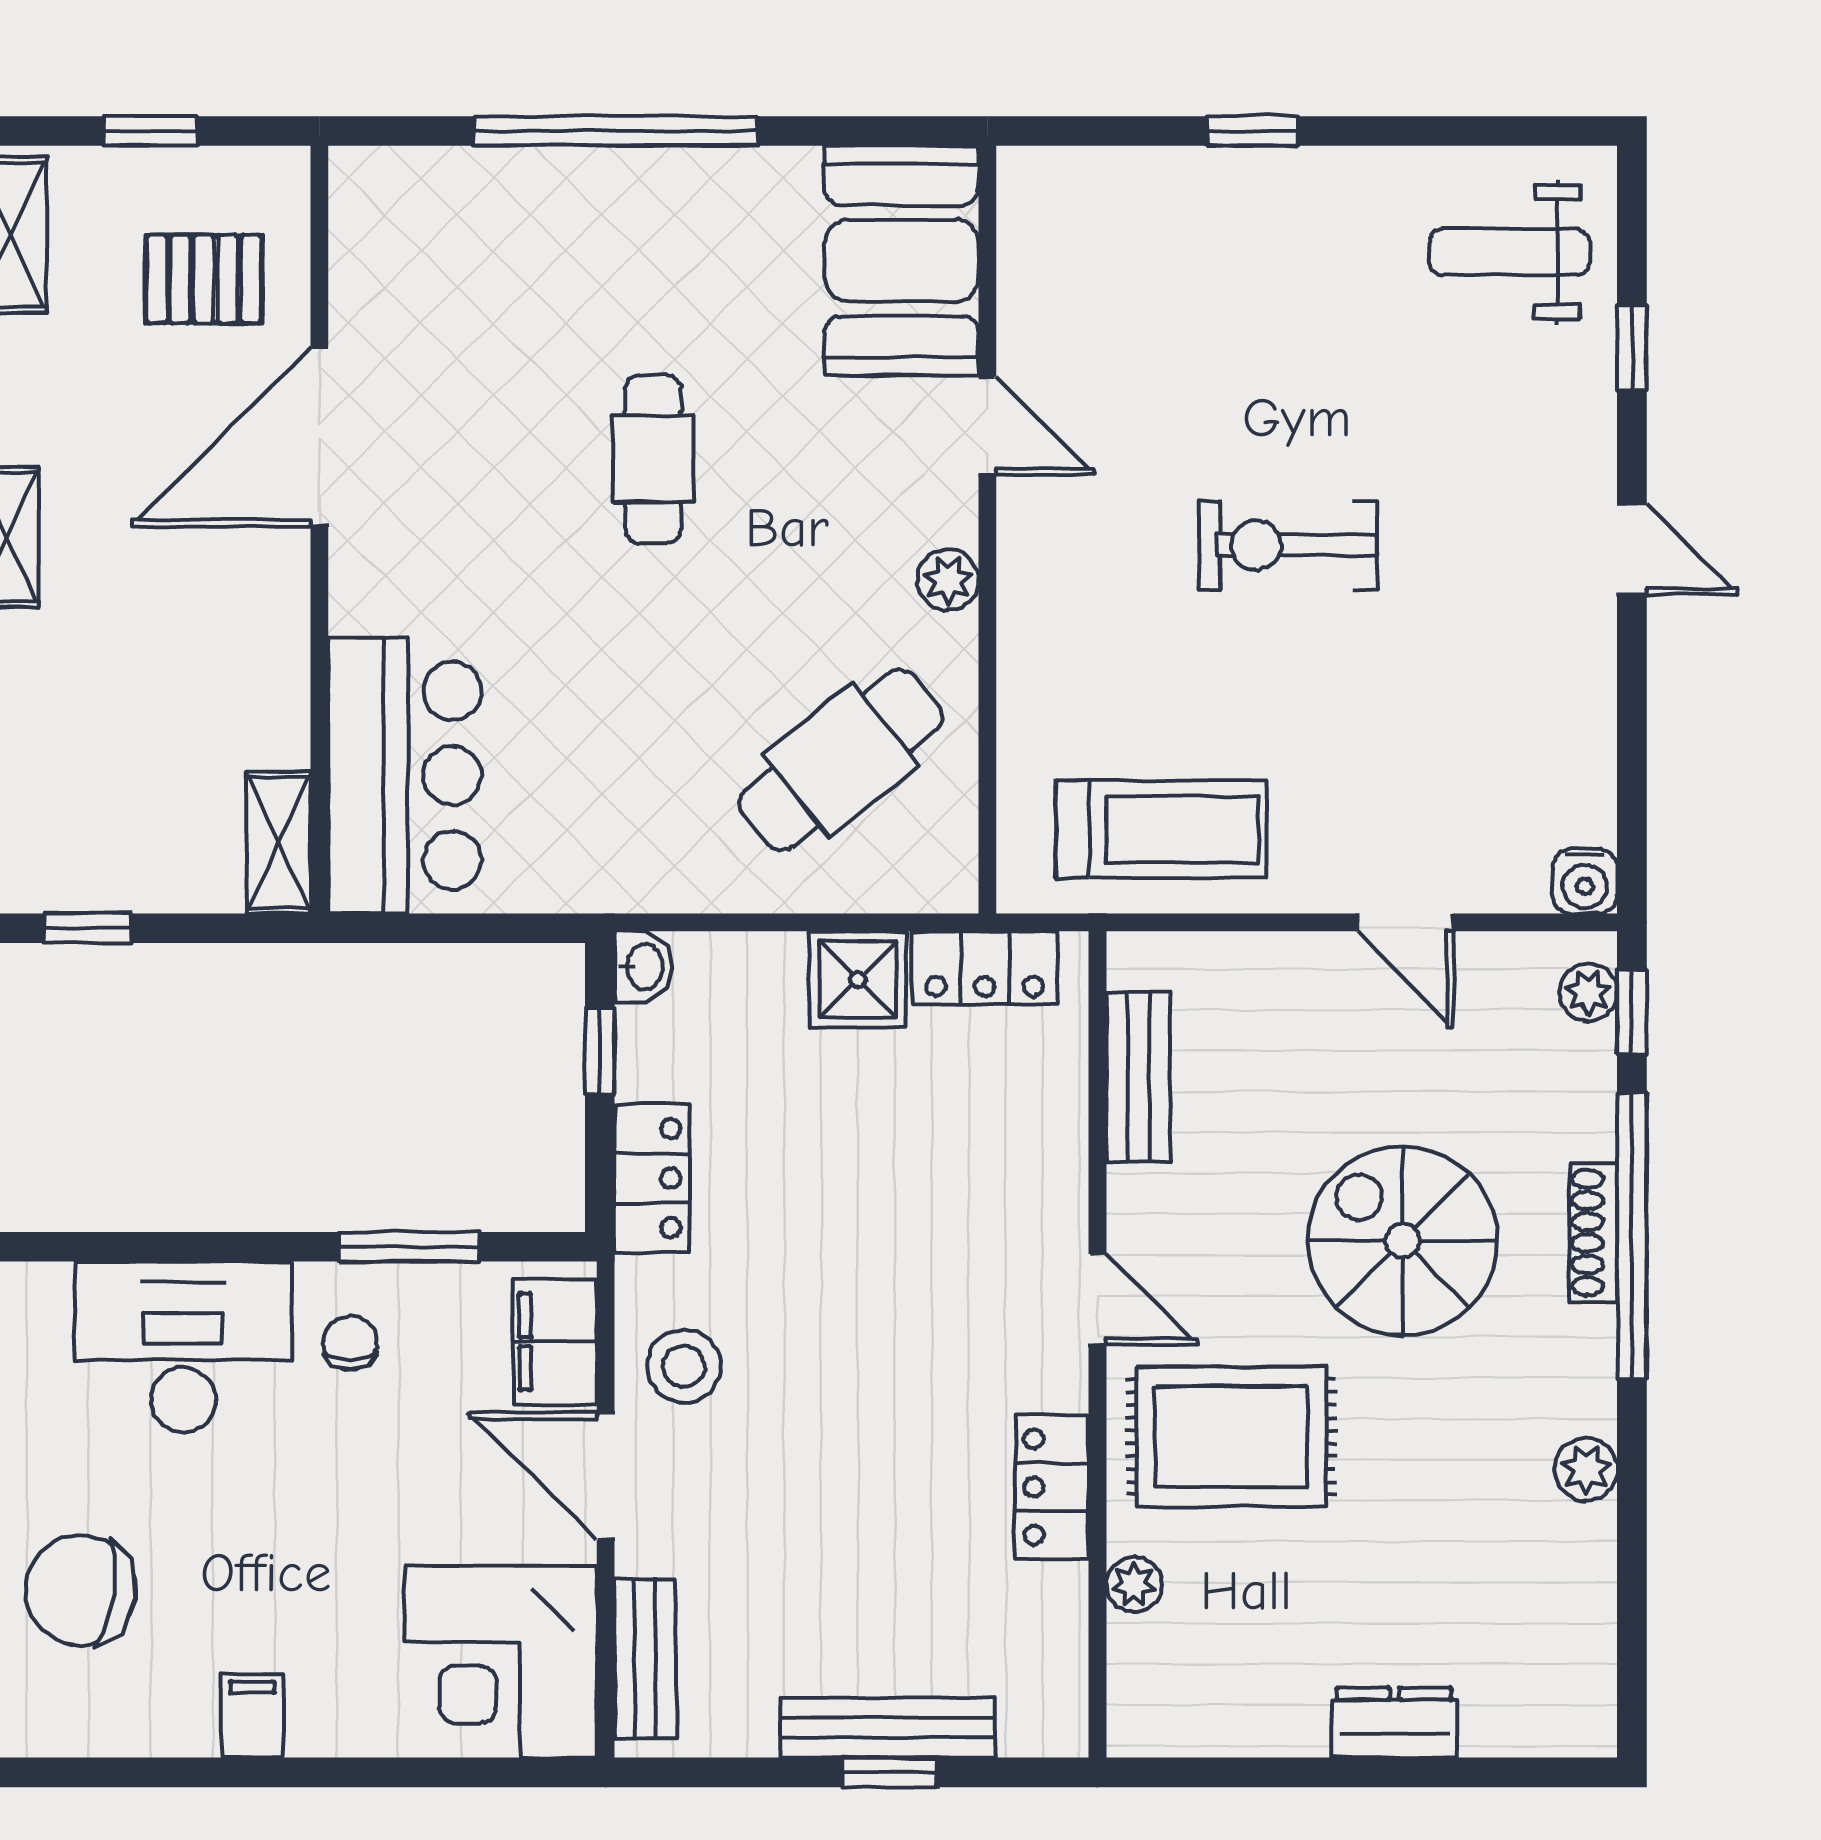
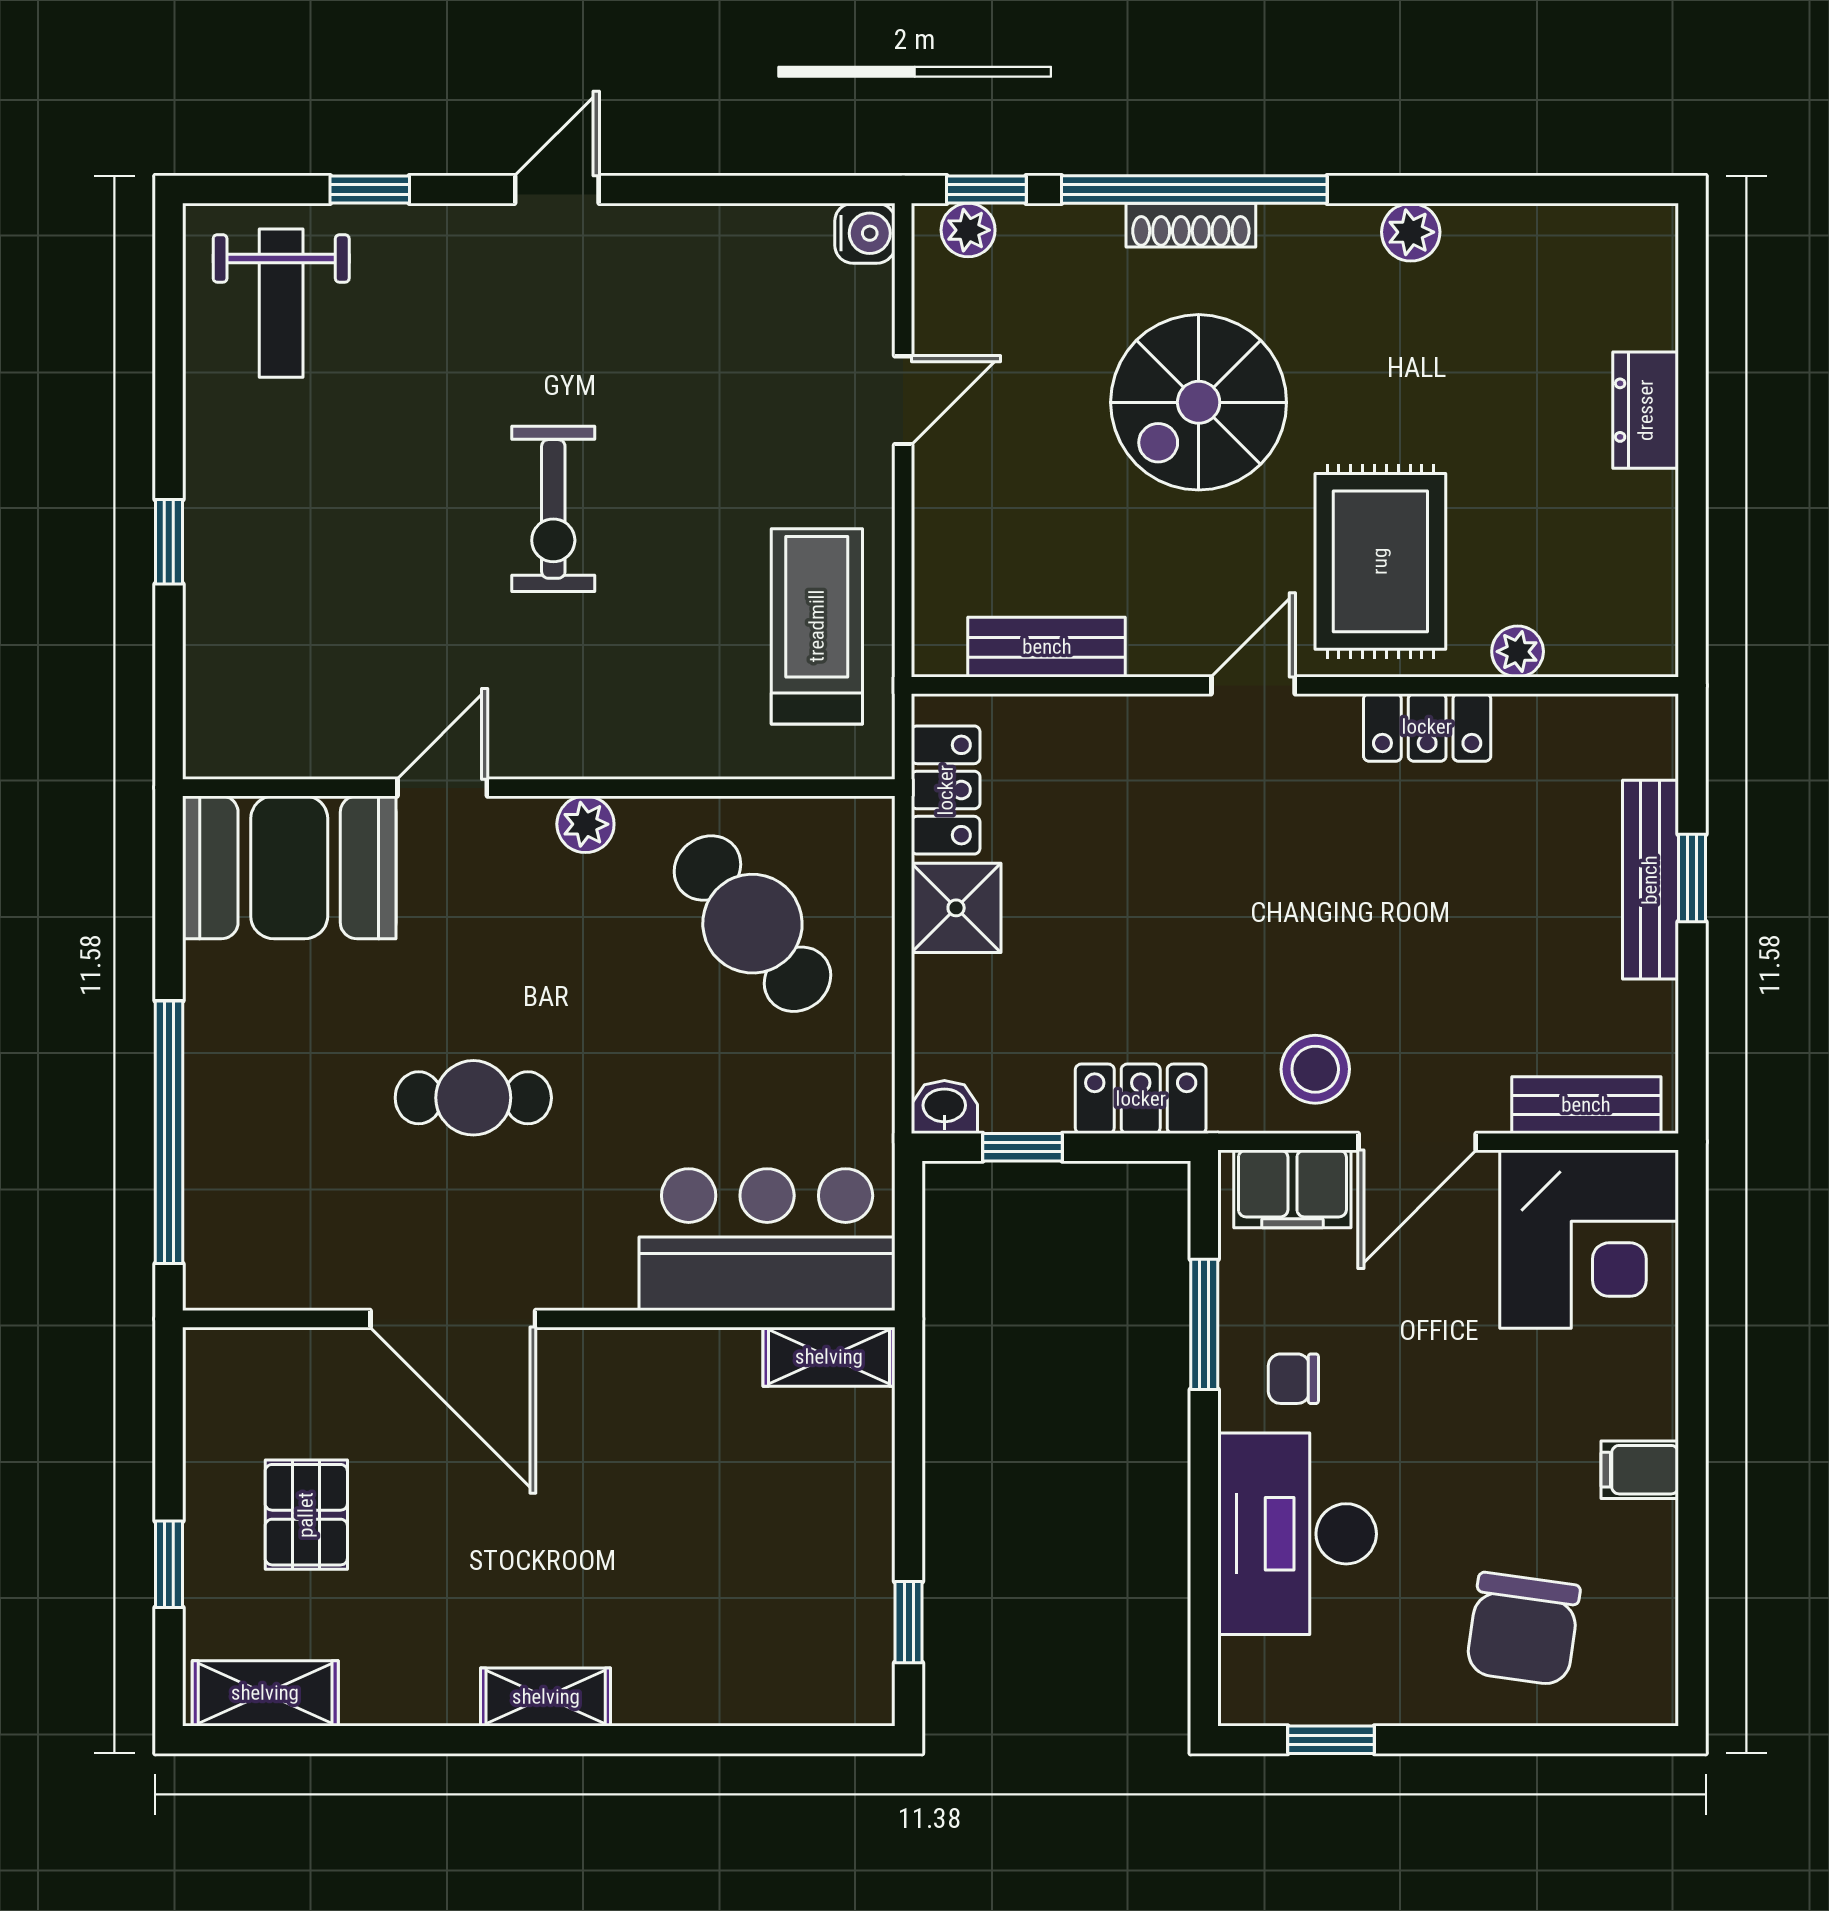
door: (319, 437) -> (453, 1319), moved
wall: (319, 530) -> (539, 1319), moved
bar counter: (405, 776) -> (767, 1240), moved
shelving: (279, 843) -> (829, 1357), moved

